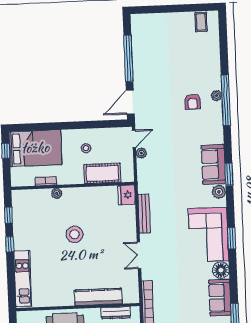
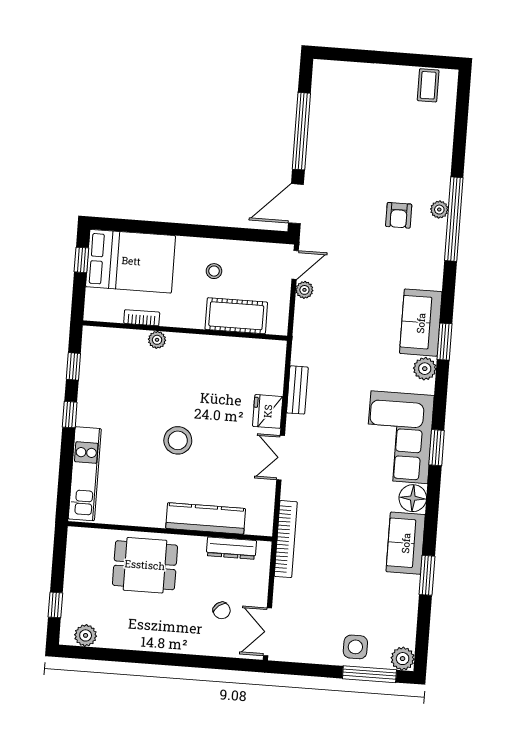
fridge: (127, 195) -> (268, 411), moved
bench: (144, 213) -> (297, 390), width x0.73
stool: (75, 234) -> (178, 440), moved

